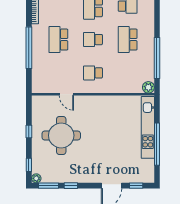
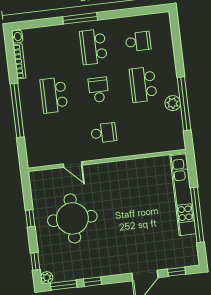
school desk: (93, 40) -> (99, 90), turned 90
school desk: (93, 73) -> (104, 133), turned 180
plant: (148, 87) -> (173, 103), moved

